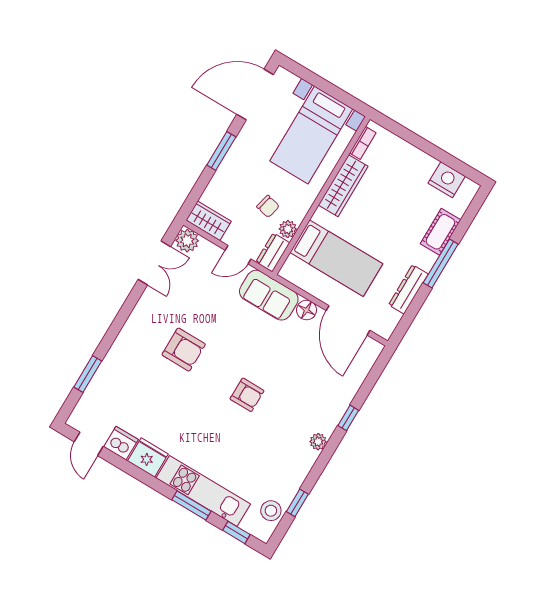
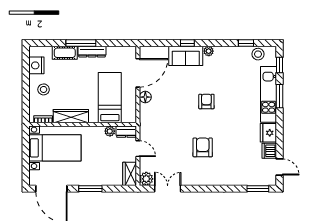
stool: (406, 169) -> (44, 89), added
chair: (268, 206) -> (104, 148), removed
dresser: (408, 289) -> (92, 52), moved
sofa: (269, 295) -> (186, 56), moved, turned 90
window: (88, 374) -> (258, 189), moved
door: (89, 444) -> (280, 167), hinge flipped

